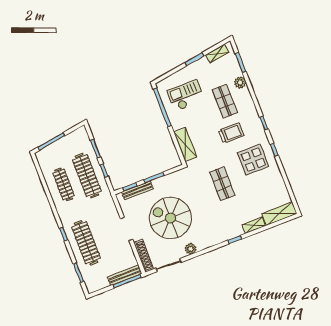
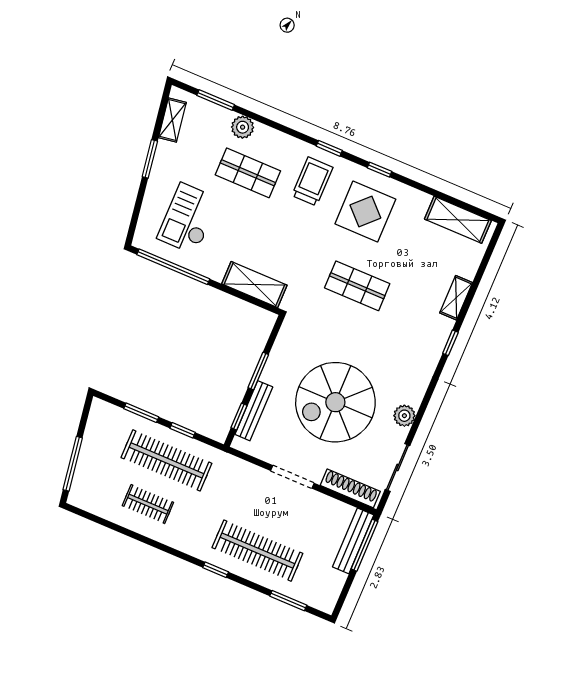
trolley: (231, 133) -> (312, 181), moved
clothes rail: (64, 185) -> (148, 504), width x0.73
shelving: (279, 214) -> (458, 220), moved, turned 90

